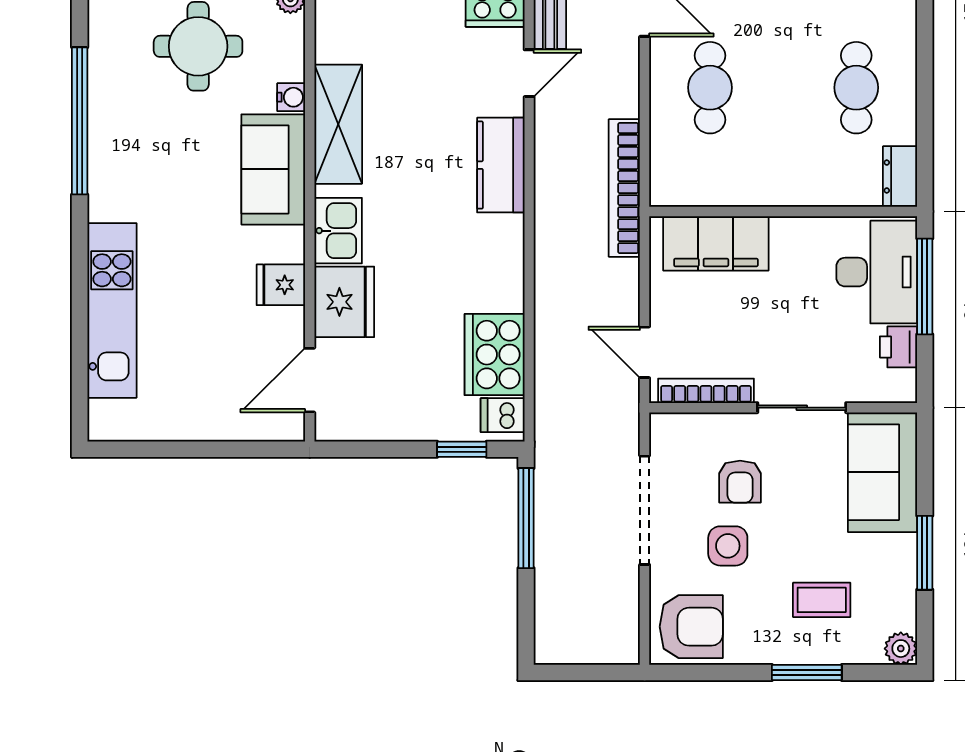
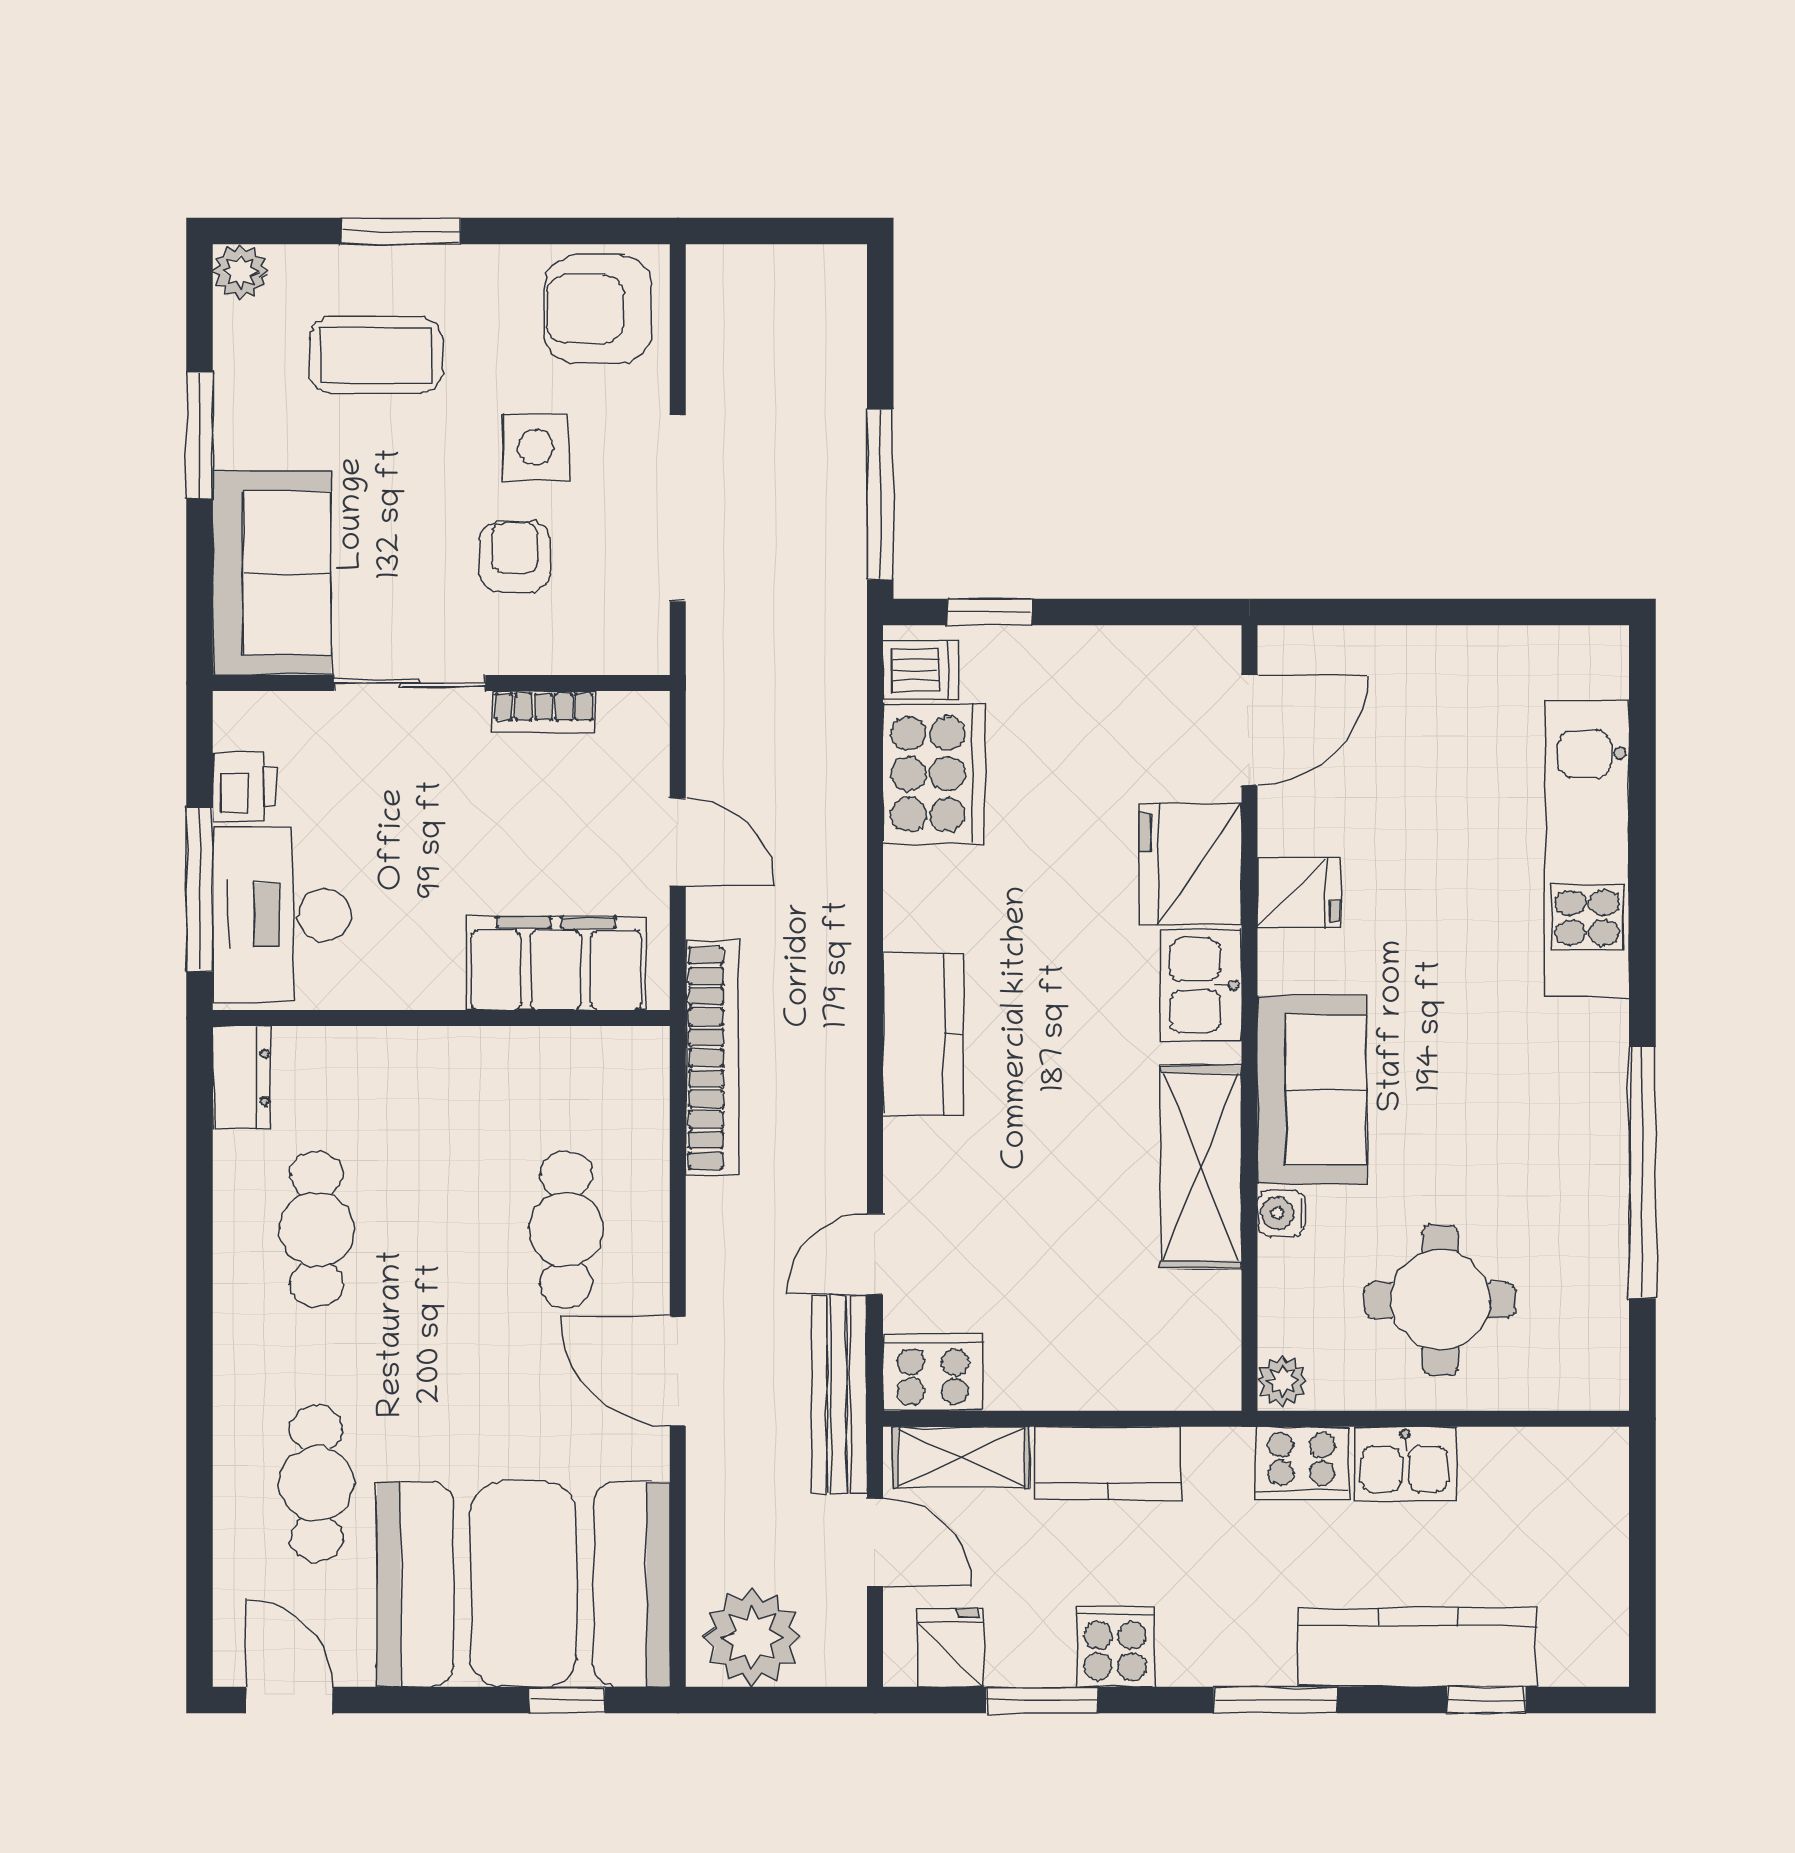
kitchen counter: (501, 165) -> (923, 1034), moved
door: (645, 352) -> (678, 842), moved
bookcase: (706, 391) -> (544, 712), width x0.64
coffee table: (822, 600) -> (376, 355), width x1.36, depth x1.30

